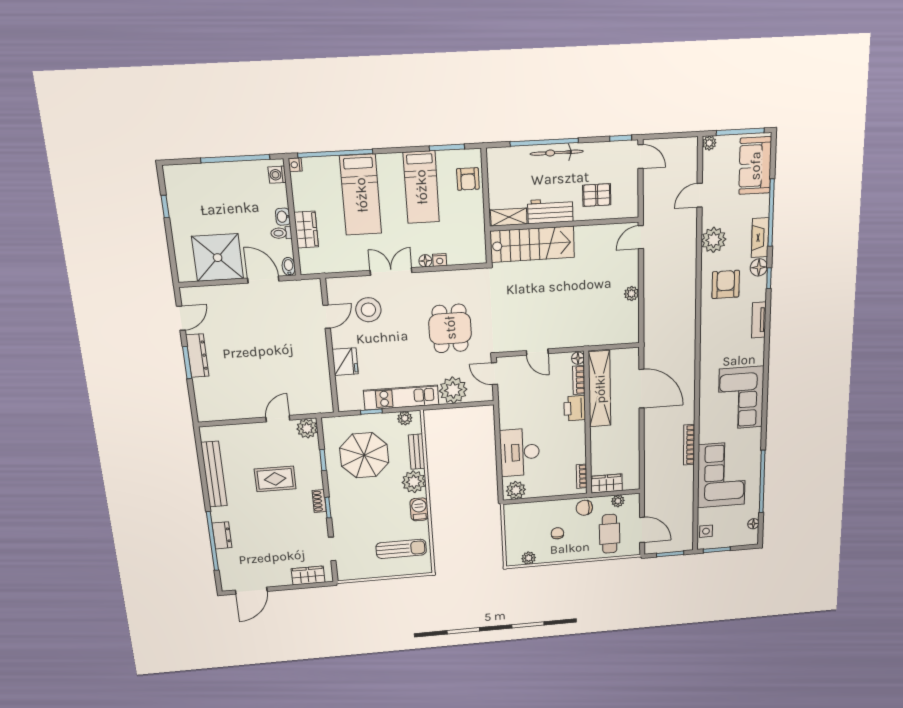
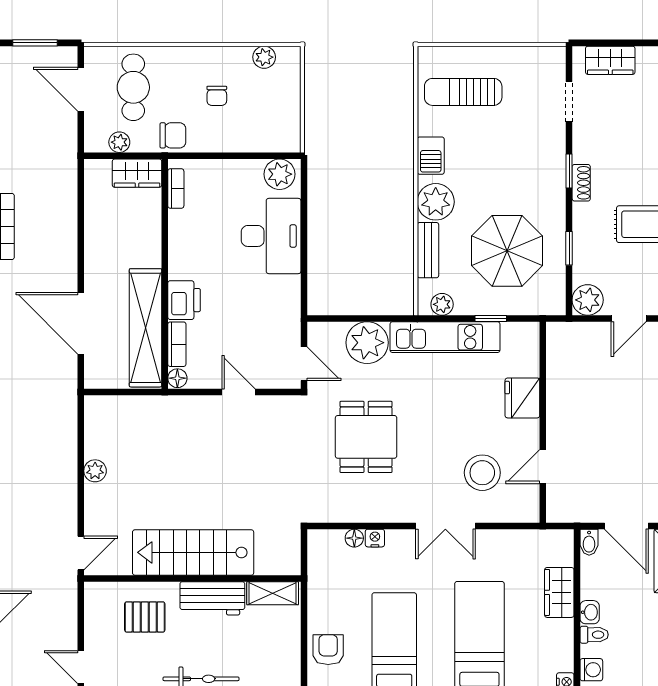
toilet: (281, 233) -> (594, 635), moved
stairs: (532, 244) -> (193, 552), moved
floor lamp: (425, 261) -> (354, 538), moved

